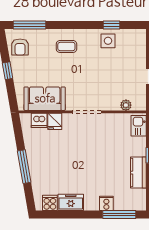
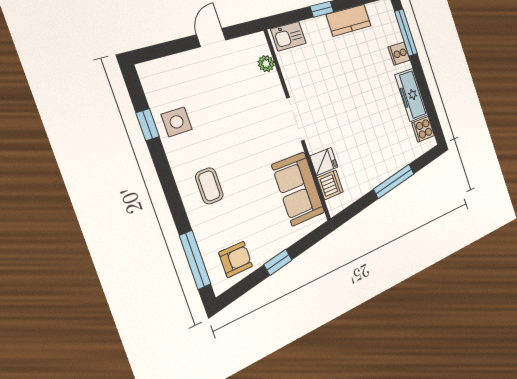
freezer: (71, 202) -> (411, 95), width x1.40

